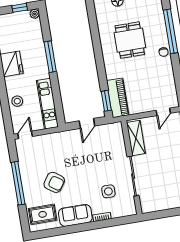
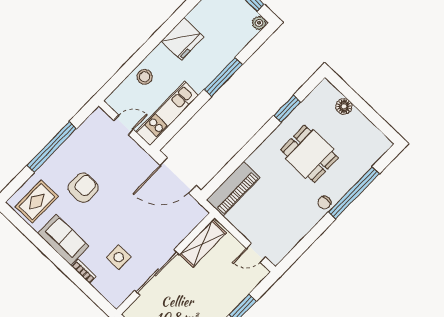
dining table: (130, 40) -> (310, 154), turned 90
window: (106, 101) -> (287, 109), moved
door: (87, 123) -> (178, 175), width x1.88
door: (25, 135) -> (124, 125), moved
armchair: (54, 182) -> (83, 188), turned -125
rug: (43, 214) -> (37, 201), turned 90

